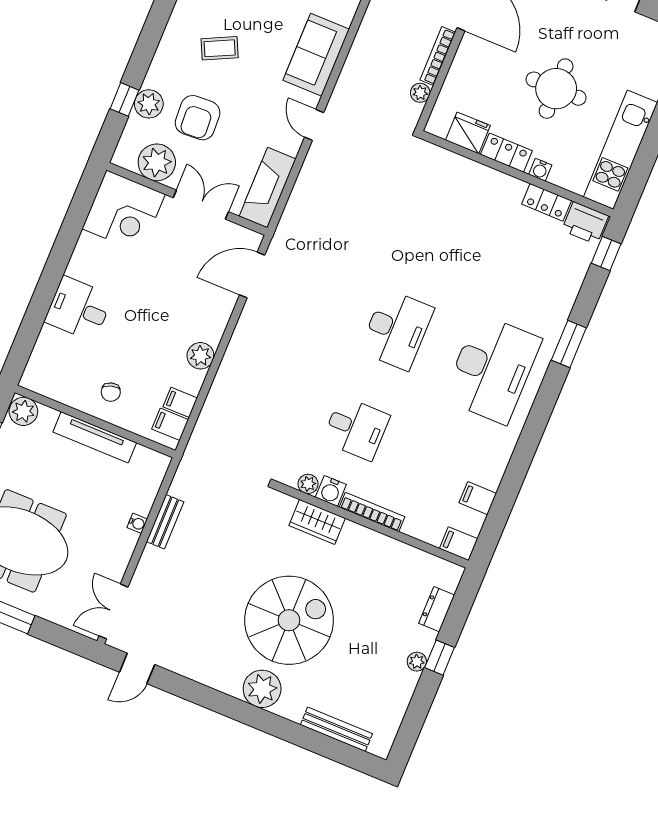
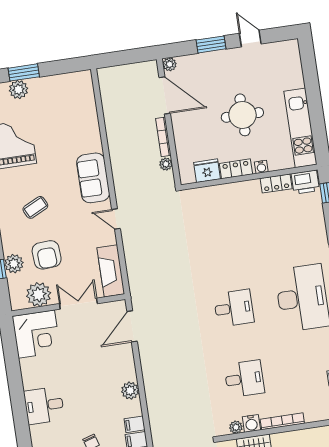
desk: (397, 330) -> (234, 308), width x0.73

